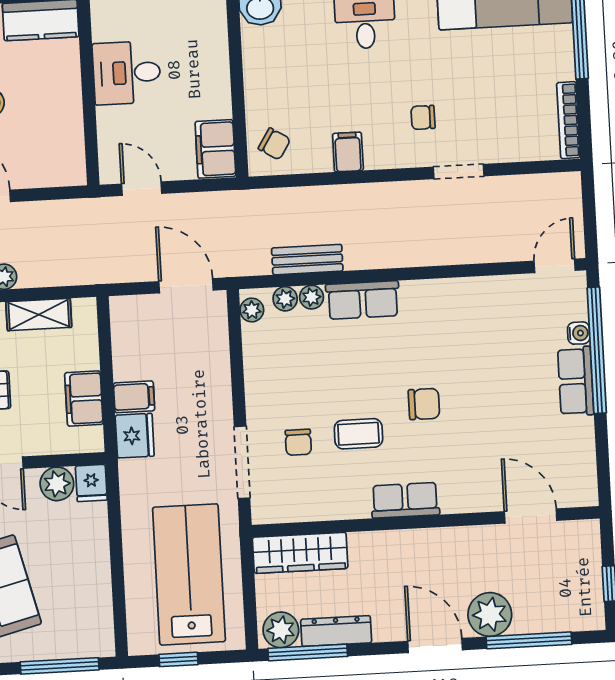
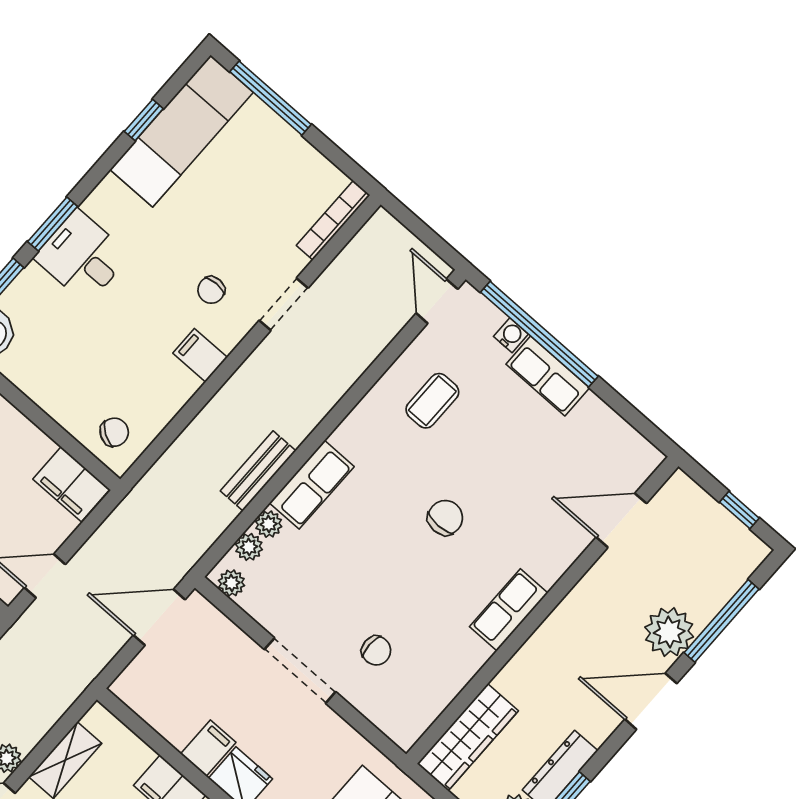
bookcase: (568, 120) -> (333, 220), moved, turned 90
filing cabinet: (348, 152) -> (200, 355), moved
bench: (307, 260) -> (258, 471), moved
coffee table: (358, 434) -> (432, 401), moved
doorway: (242, 462) -> (300, 671), moved

